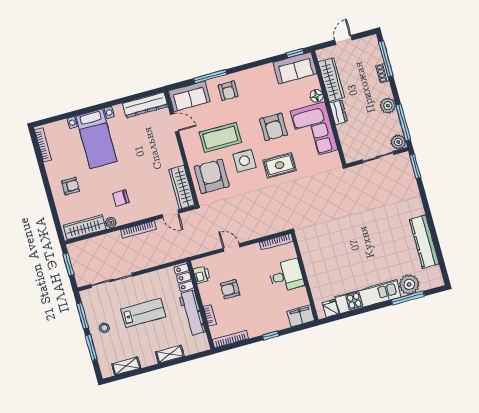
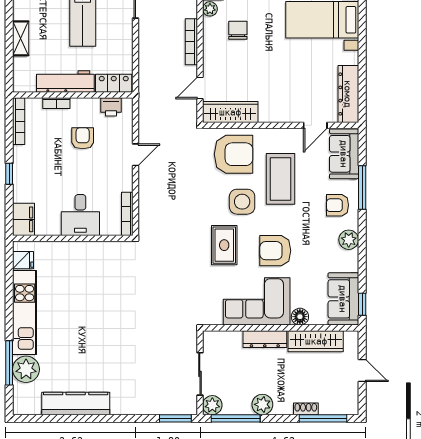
plant: (251, 76) -> (349, 240), added
dresser: (338, 112) -> (265, 339), width x1.44

